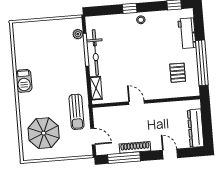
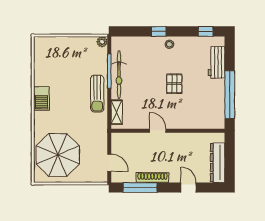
plant: (78, 34) -> (102, 42), moved
pallet: (178, 73) -> (174, 84), moved
sun lounger: (76, 112) -> (97, 94), moved
parasol: (44, 133) -> (58, 155), width x1.36, depth x1.36

